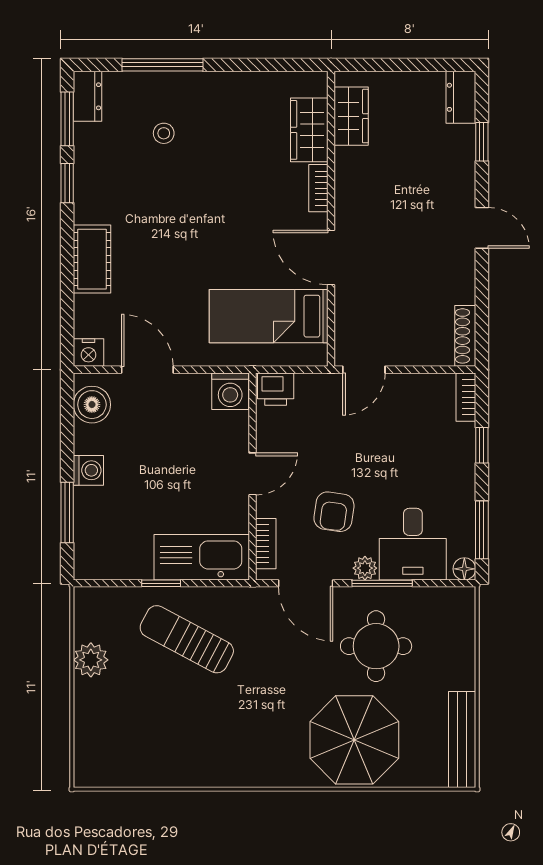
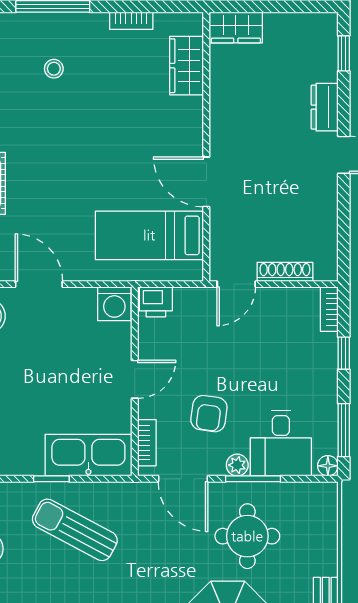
dresser: (461, 97) -> (325, 107), moved
wardrobe: (351, 116) -> (236, 28), moved, turned 90
window: (482, 142) -> (344, 53), moved
bookcase: (318, 188) -> (131, 21), moved, turned -90
shoe rack: (465, 336) -> (285, 272), moved, turned 90

